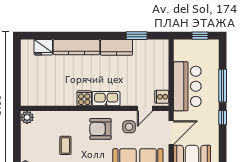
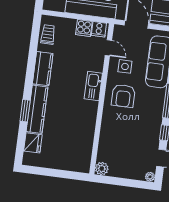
window: (137, 36) -> (25, 111), moved
trolley: (150, 48) -> (48, 34), added
cooker: (84, 98) -> (84, 28), moved, turned -90
coffee table: (65, 145) -> (135, 134), removed

